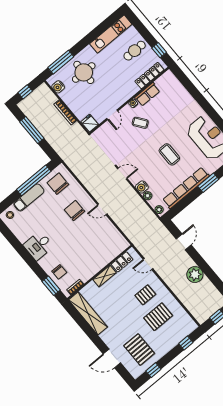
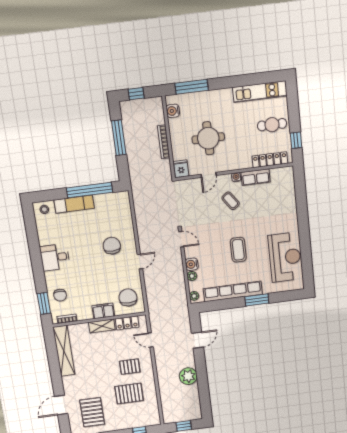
round table: (84, 72) -> (208, 138), moved
chair: (58, 184) -> (128, 297), moved
door: (102, 209) -> (140, 262), swing flipped
filing cabinet: (99, 264) -> (103, 311), added
door: (112, 358) -> (61, 405), hinge flipped

